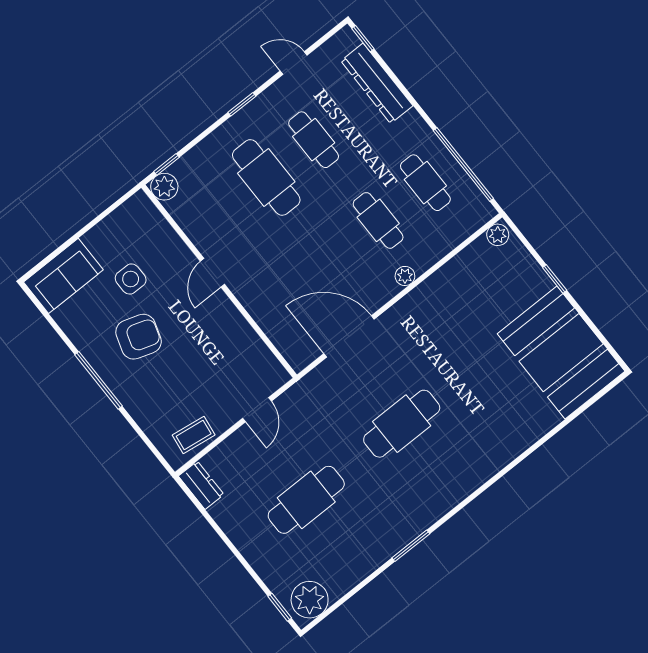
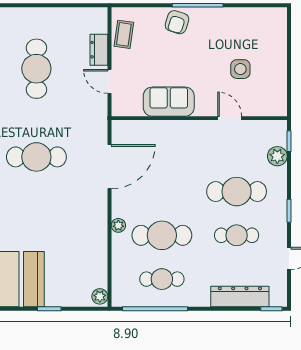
plant: (164, 187) -> (277, 156), moved
cafe table: (378, 220) -> (162, 235), width x1.37, depth x1.35
door: (212, 273) -> (230, 118), moved
sofa: (63, 276) -> (169, 102), moved, turned 90
armchair: (139, 337) -> (177, 22), moved, width x0.72, depth x0.72
cafe table: (402, 424) -> (36, 157), turned 90
dresser: (201, 485) -> (99, 50), moved, turned 90

